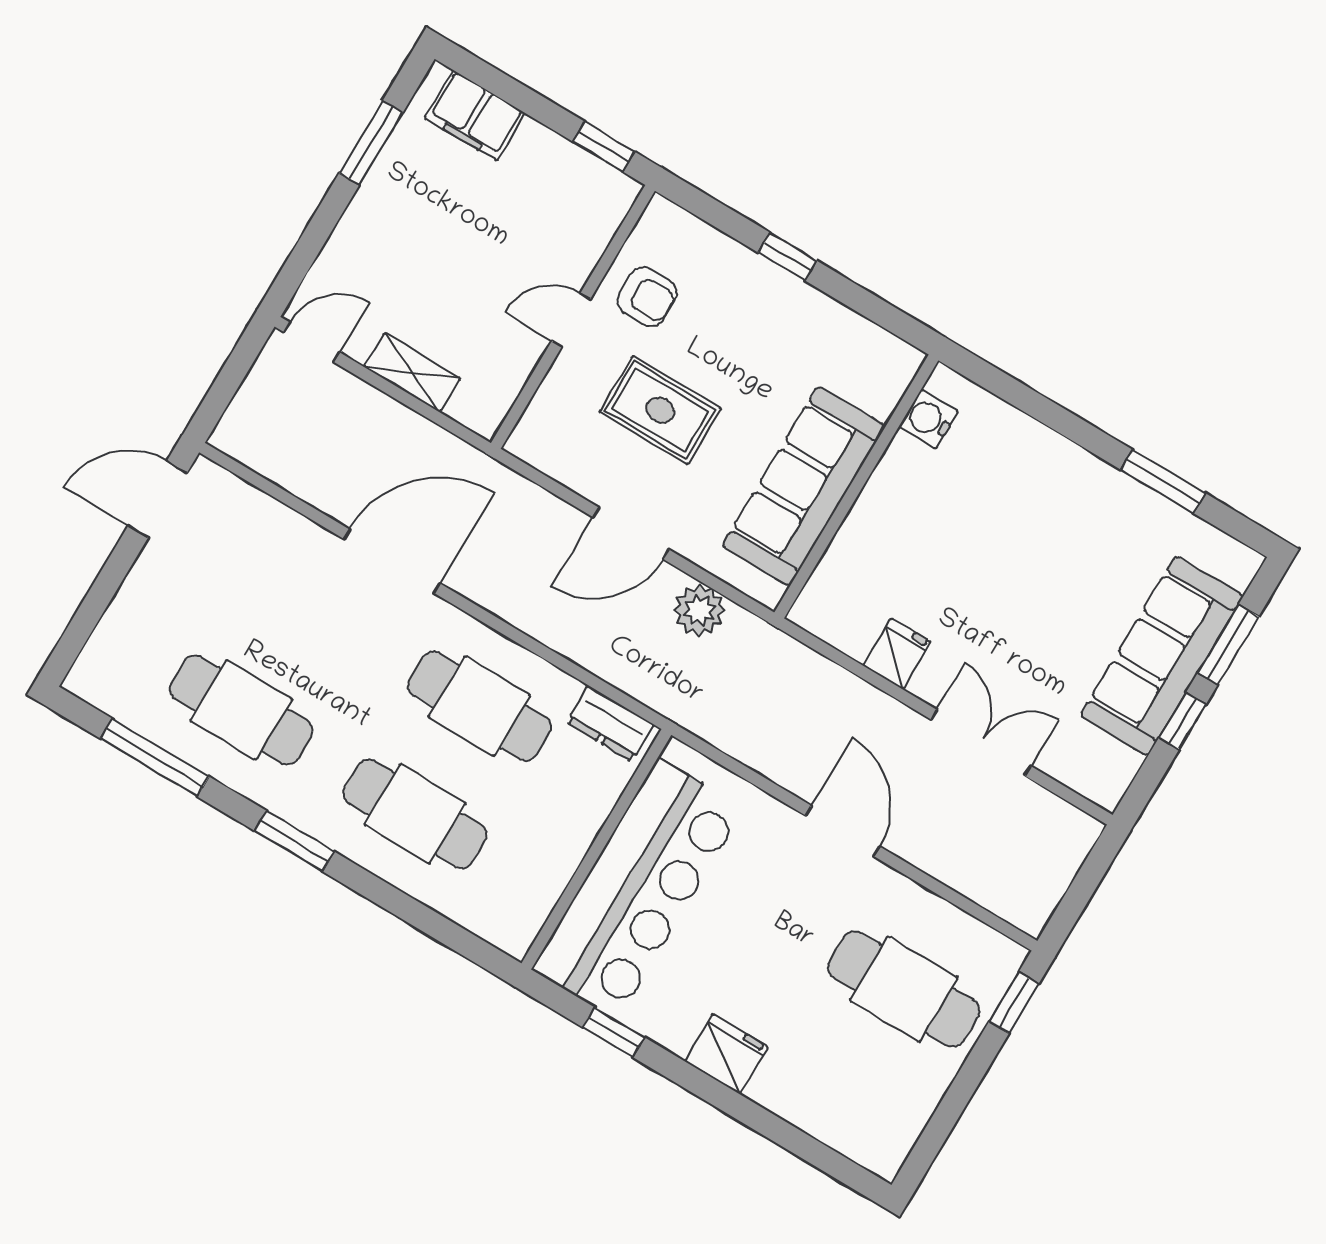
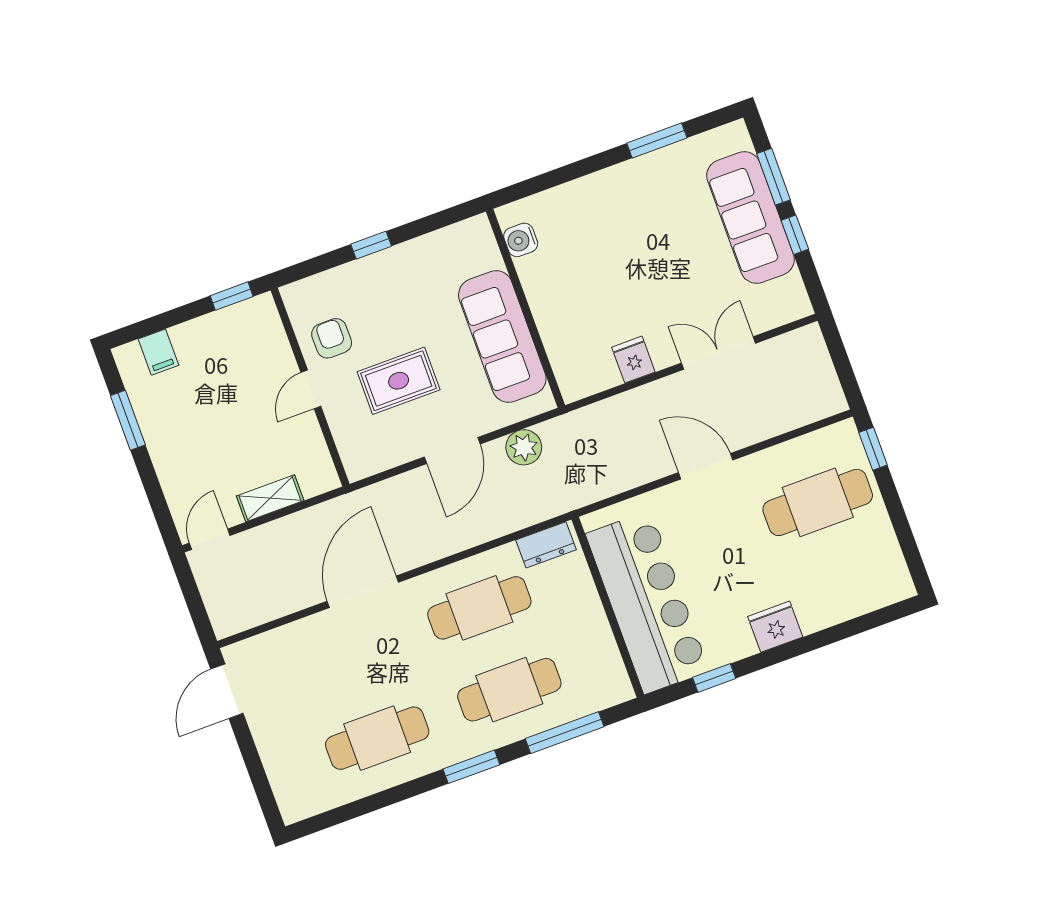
filing cabinet: (475, 115) -> (158, 352), width x0.50
armchair: (647, 297) -> (332, 338), turned -90
window: (155, 757) -> (565, 733), moved

